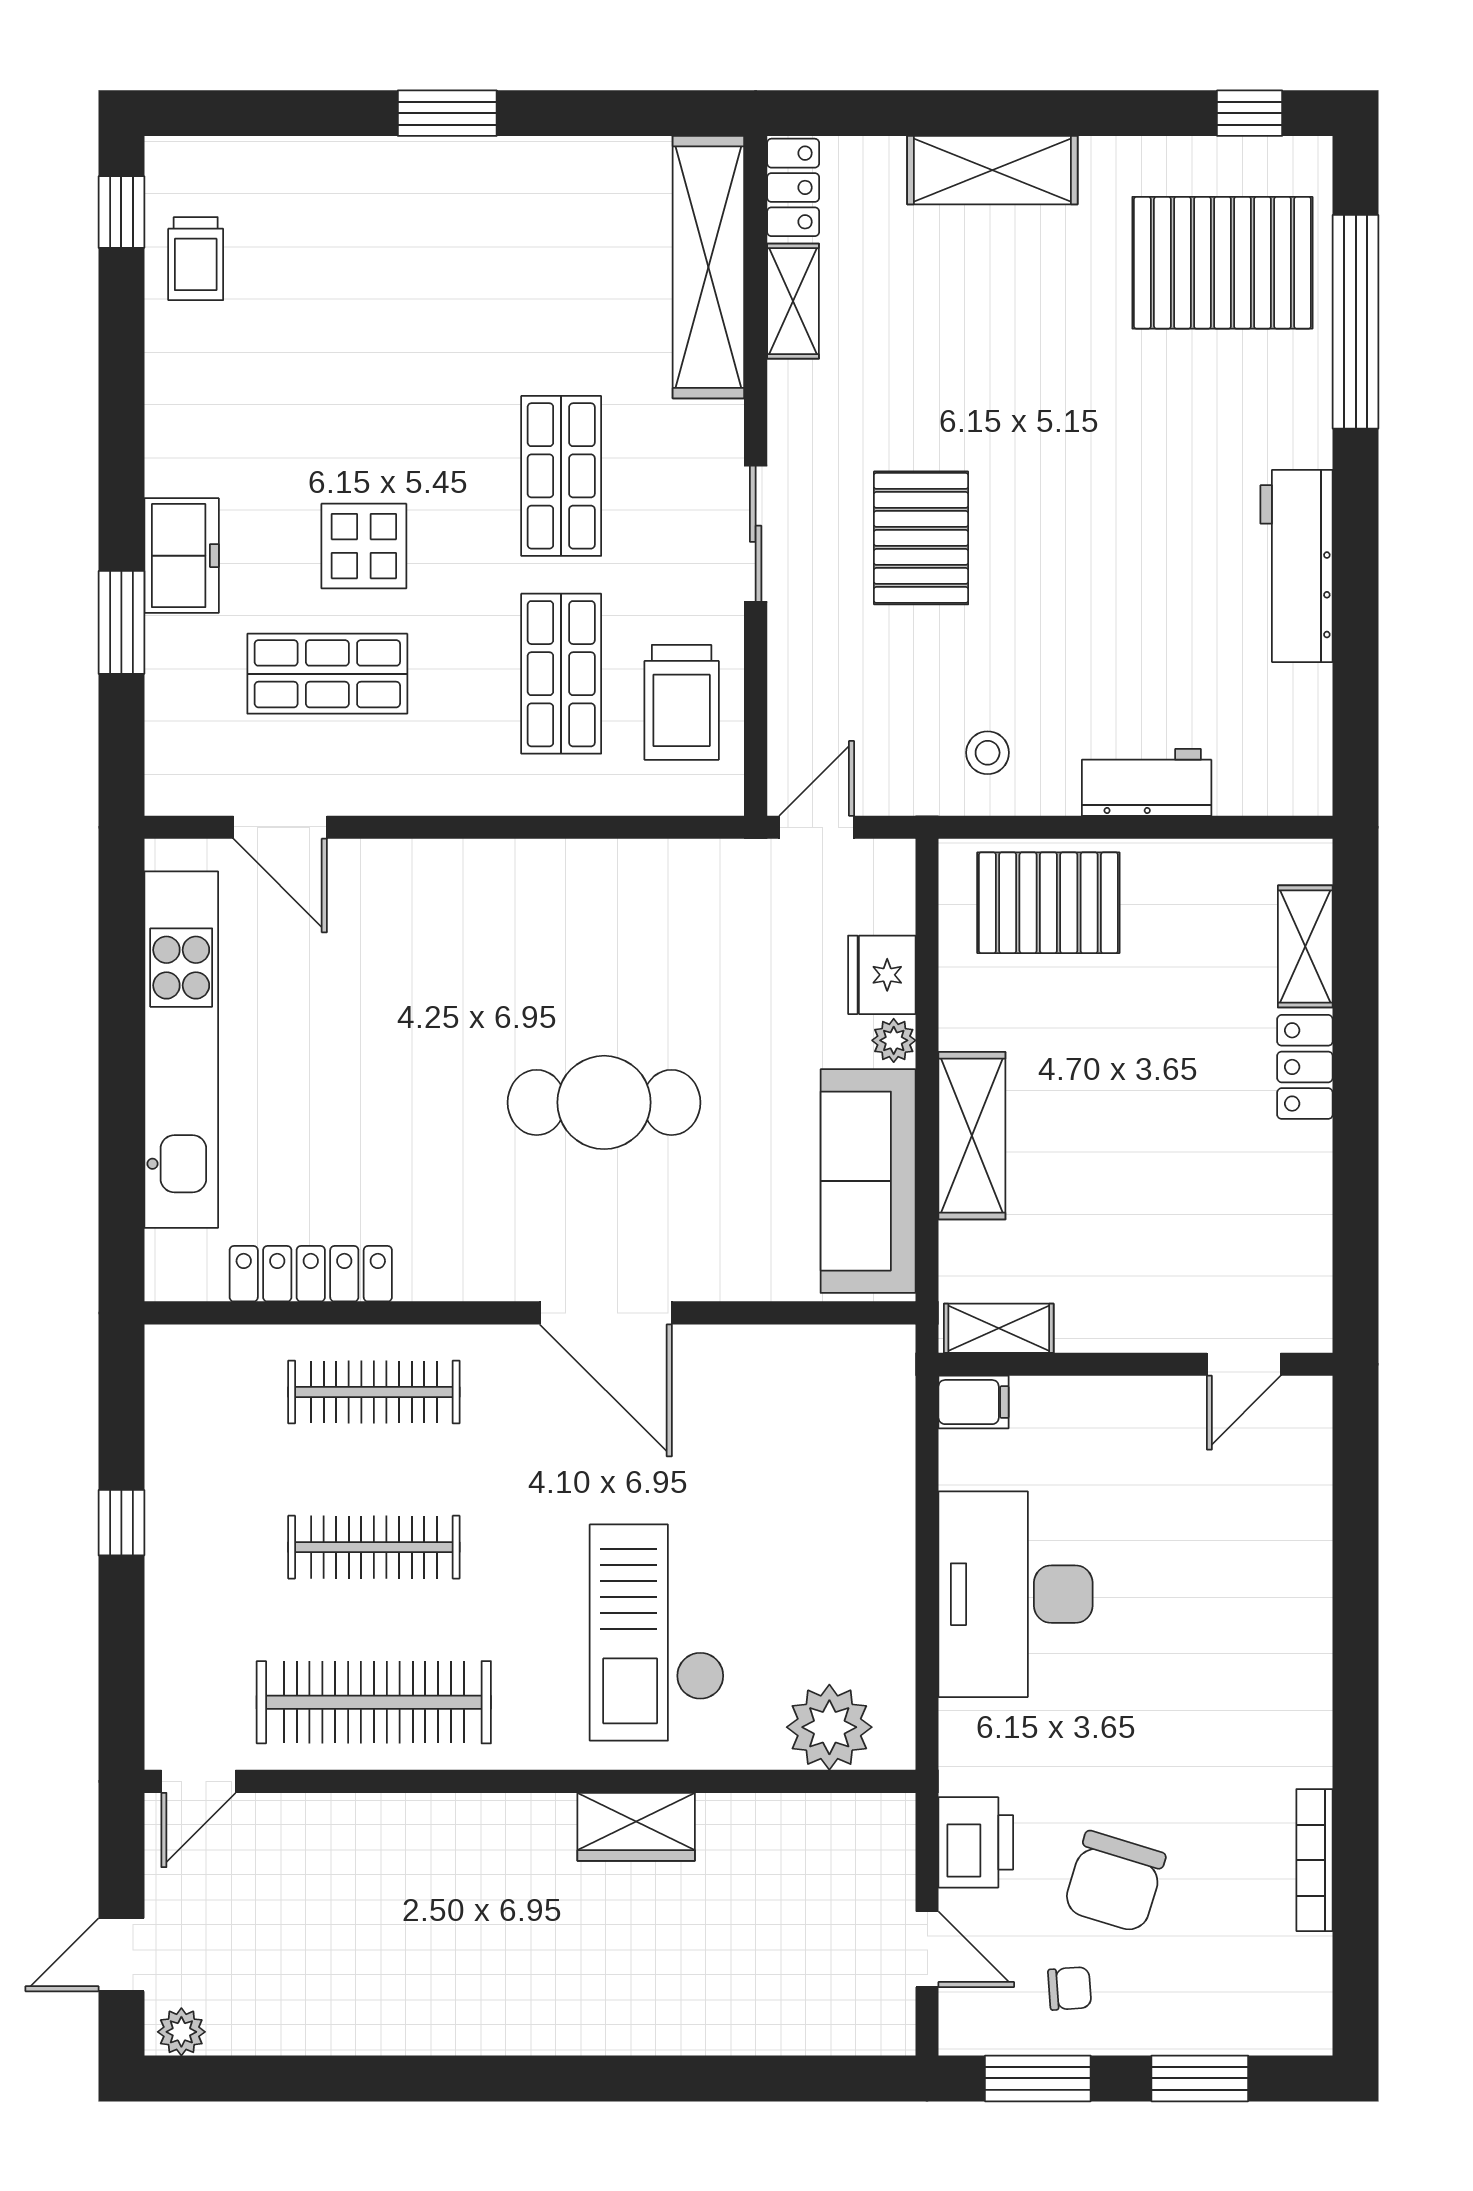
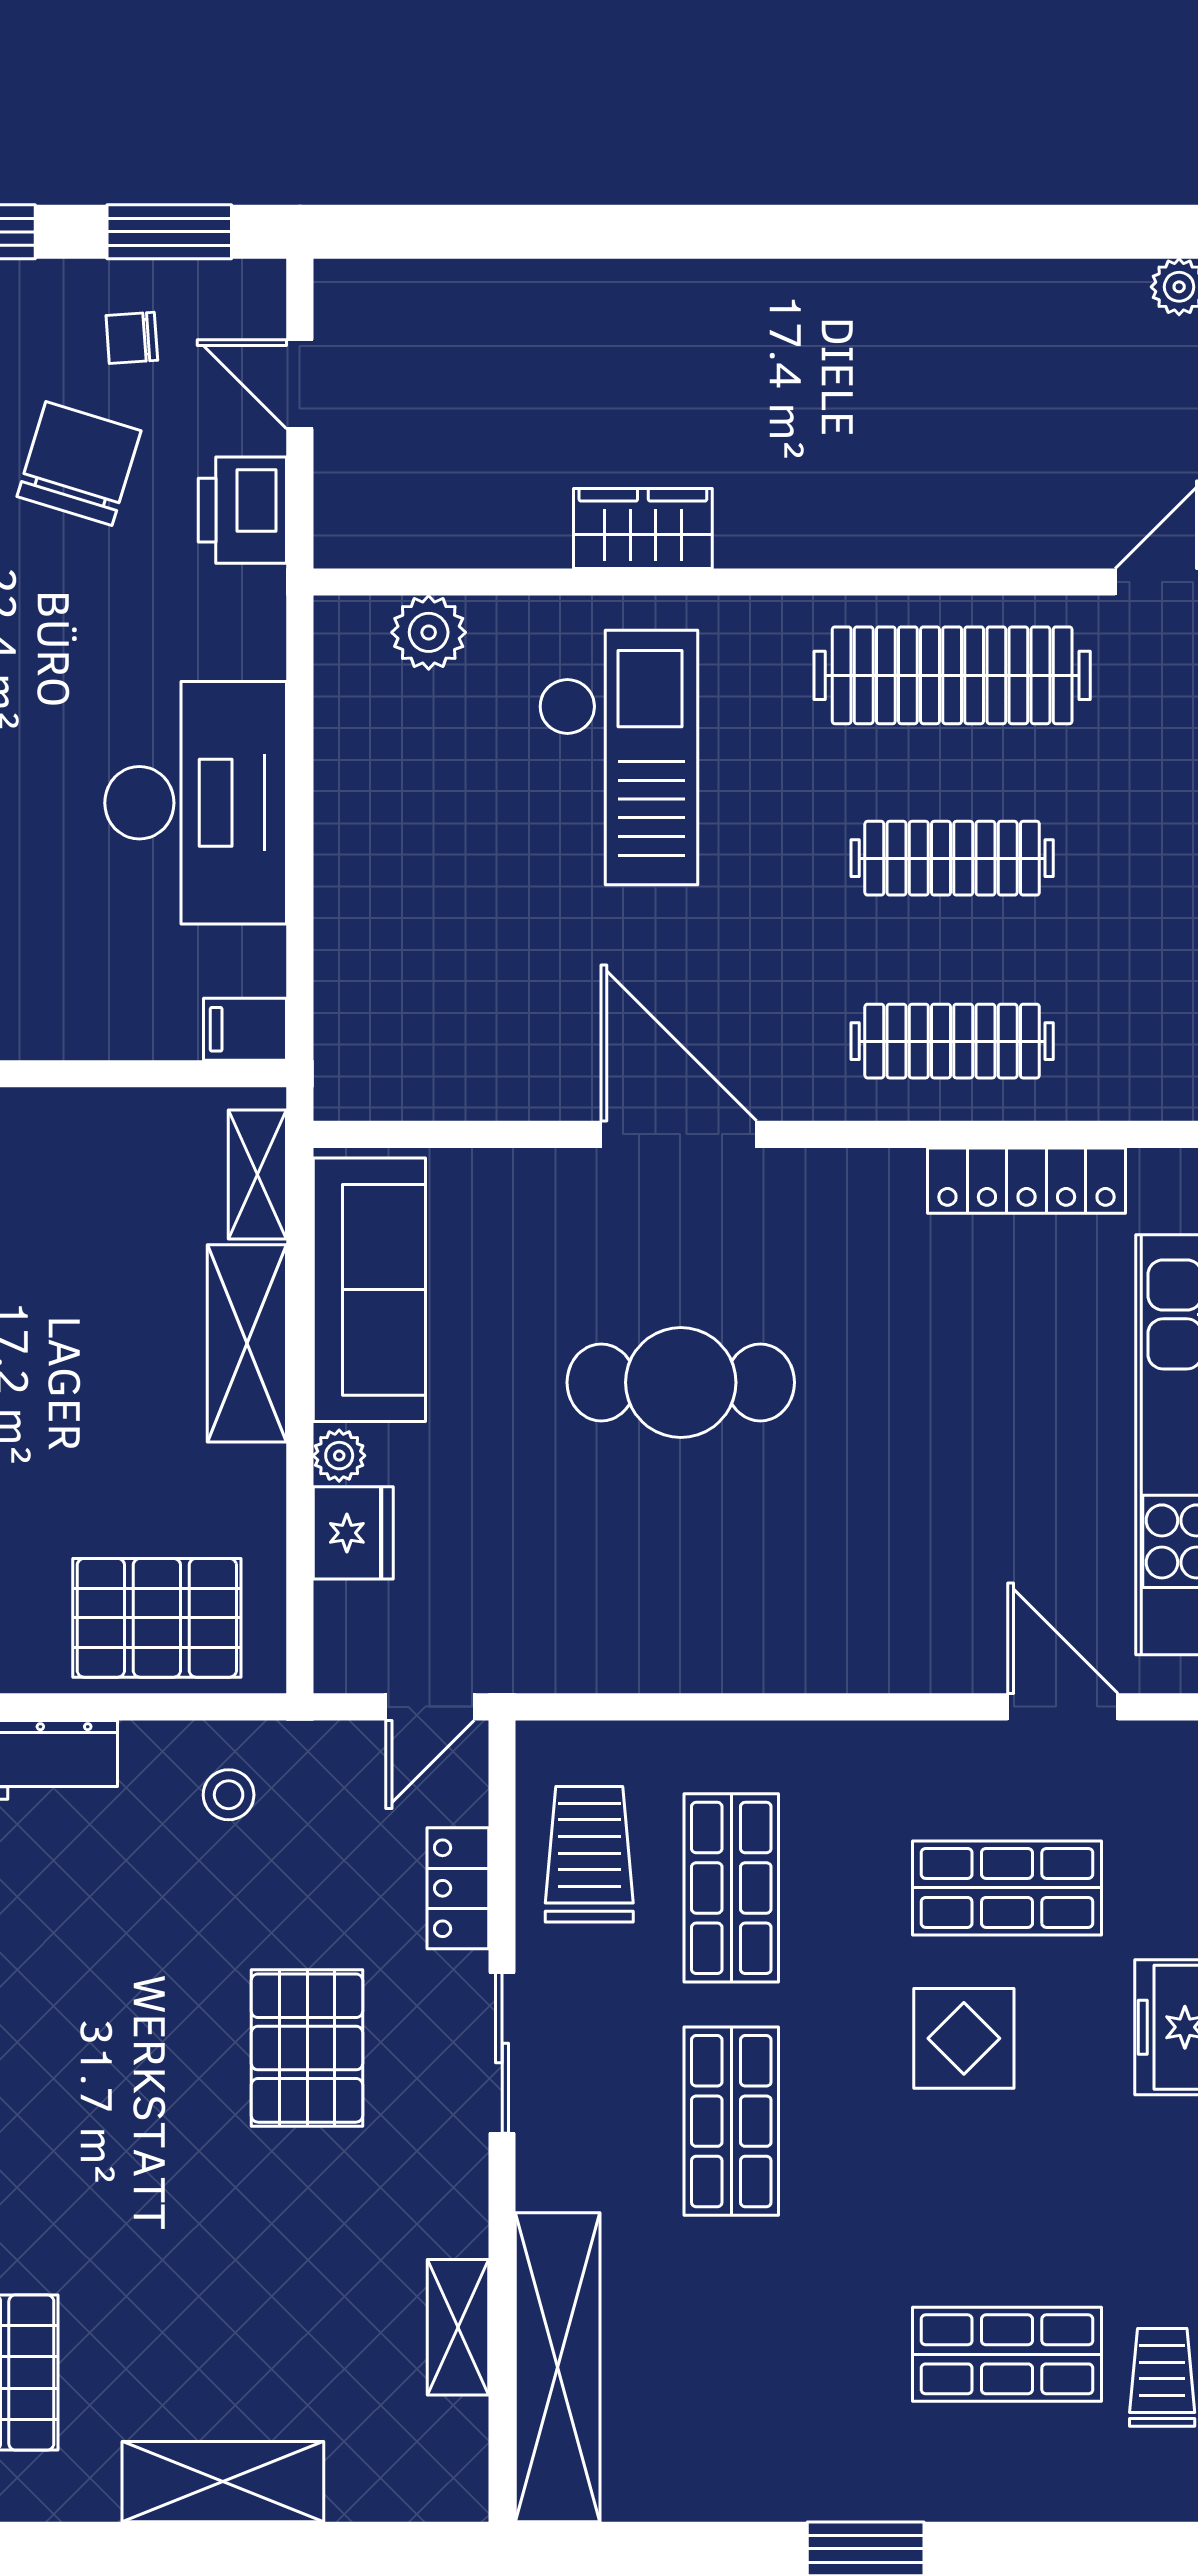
locker: (793, 187) -> (458, 1888), moved
shop shelf: (327, 278) -> (1007, 2354), added
shelving: (999, 1328) -> (257, 1175), moved, turned 90
plant: (829, 1727) -> (429, 632), width x0.73, depth x0.73

